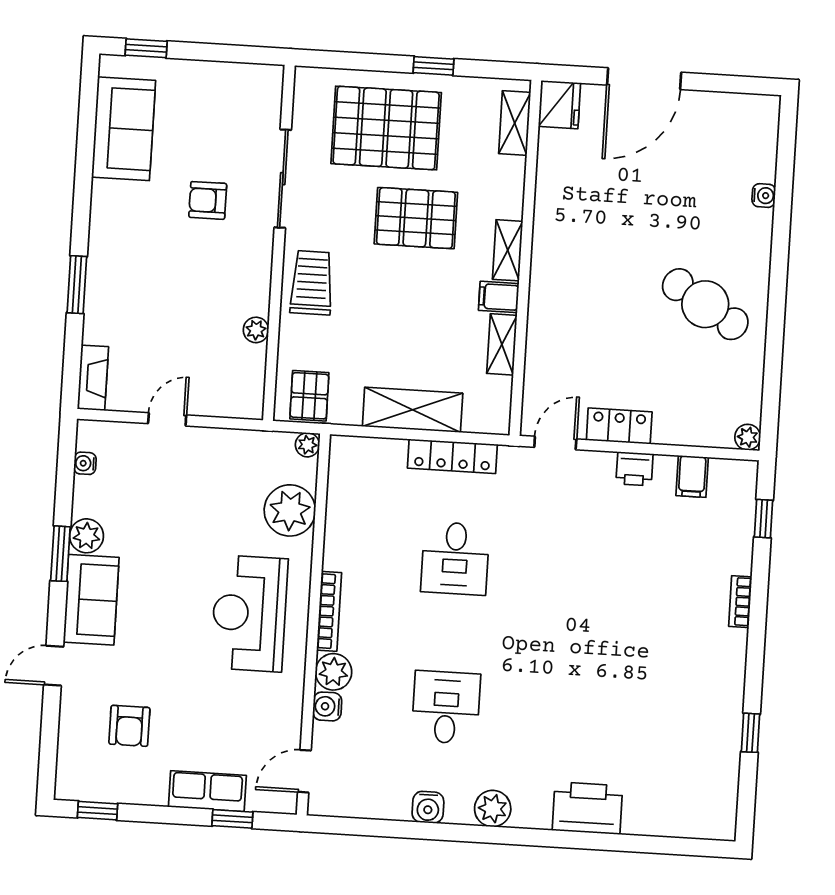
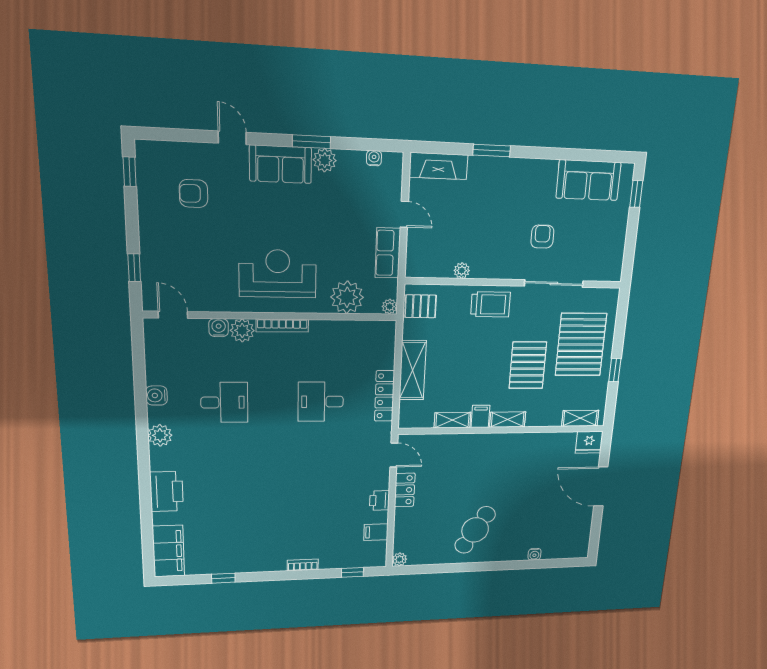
fireplace: (93, 378) -> (439, 166), width x1.37, depth x1.32
row of seats: (207, 791) -> (388, 253), moved, turned 180
filing cabinet: (692, 815) -> (168, 551), added

